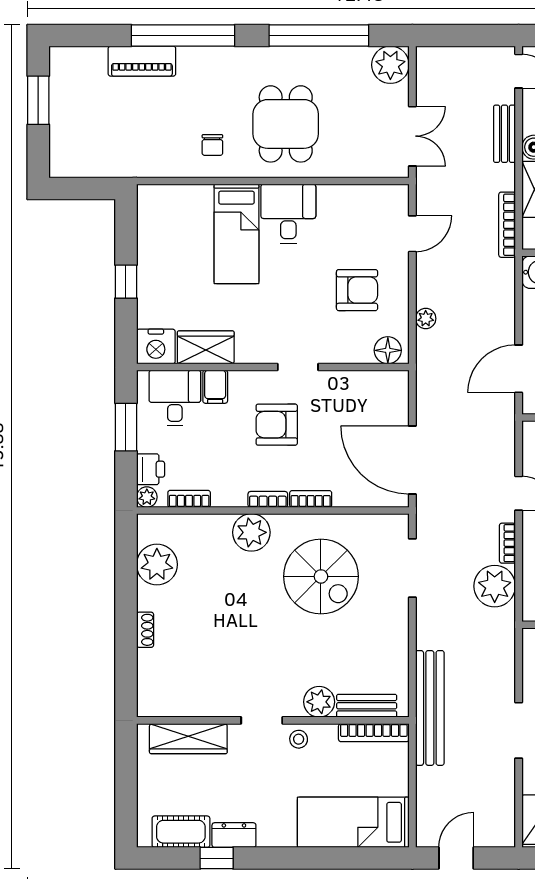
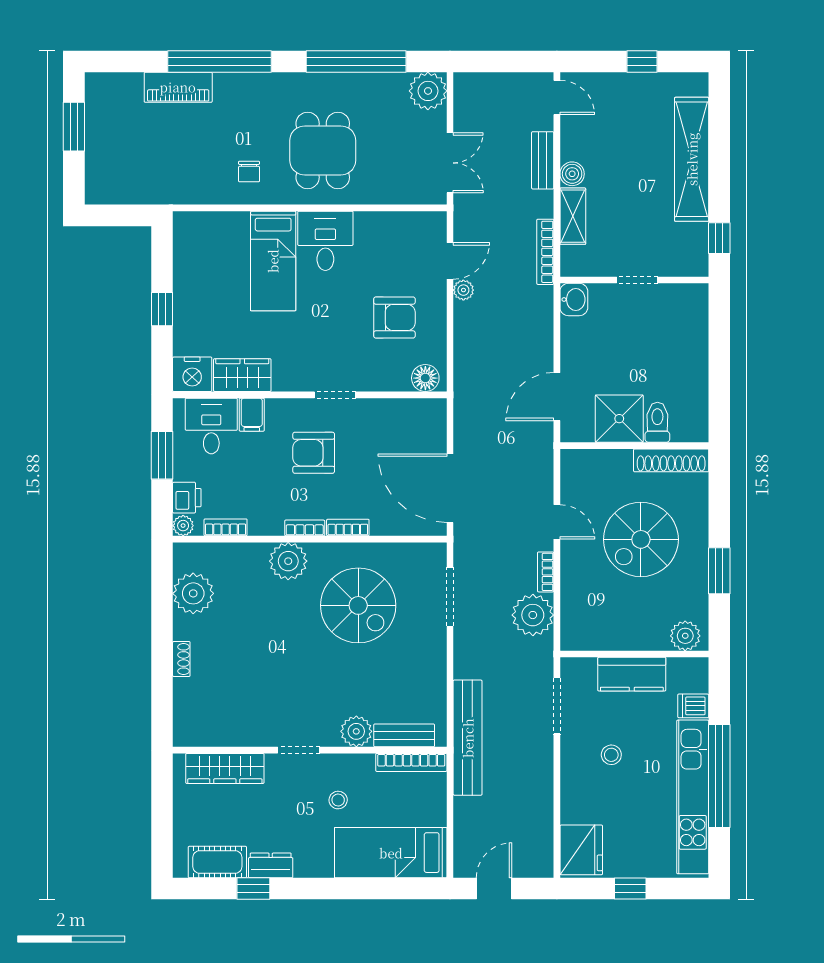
plant: (426, 319) -> (463, 290), moved
doorway: (519, 730) -> (557, 706), moved
stool: (299, 739) -> (338, 800), moved

